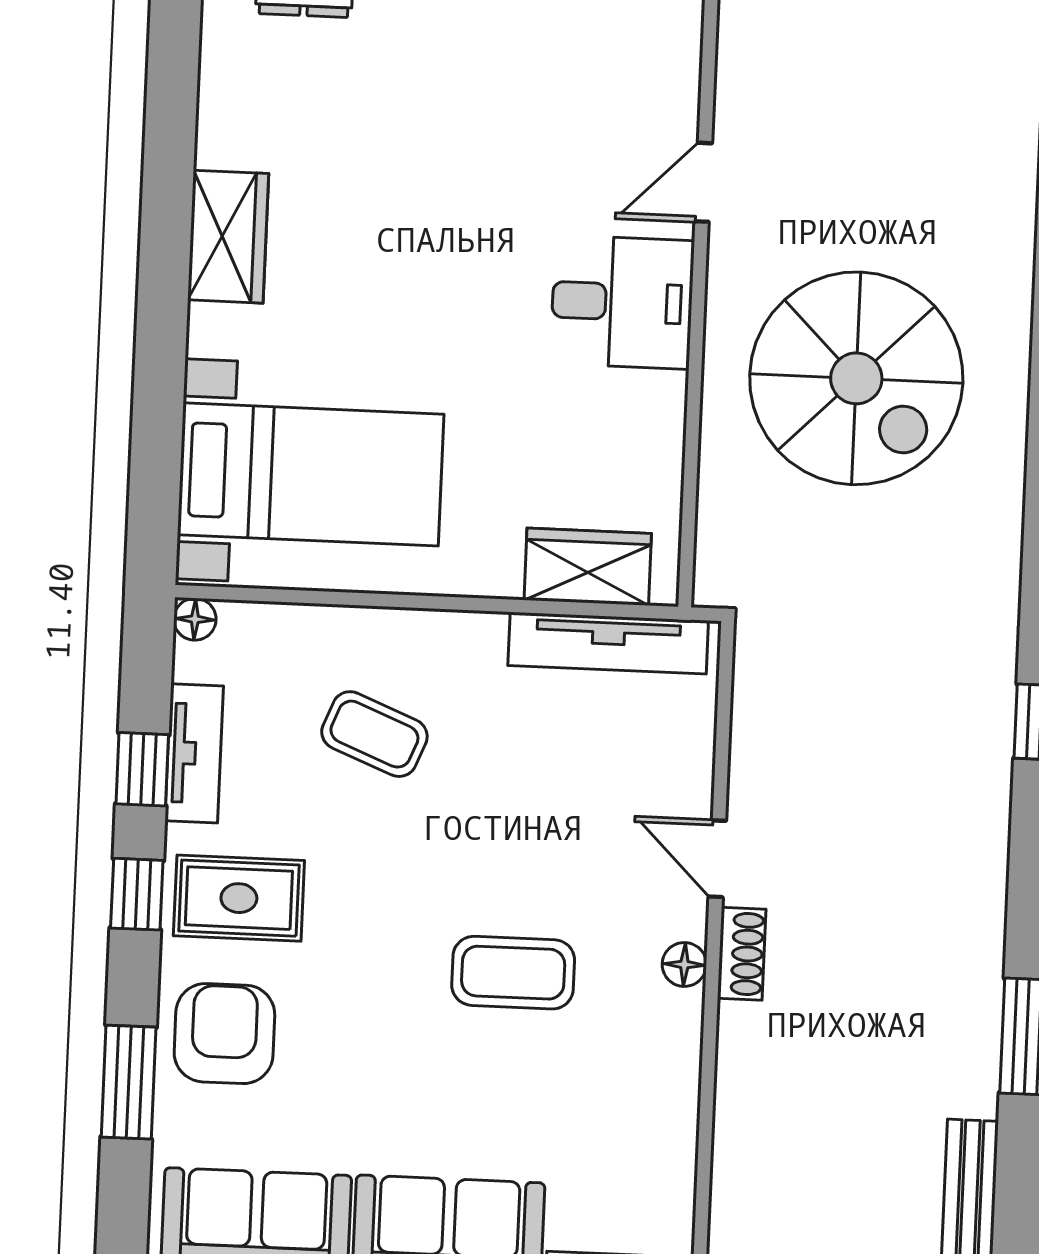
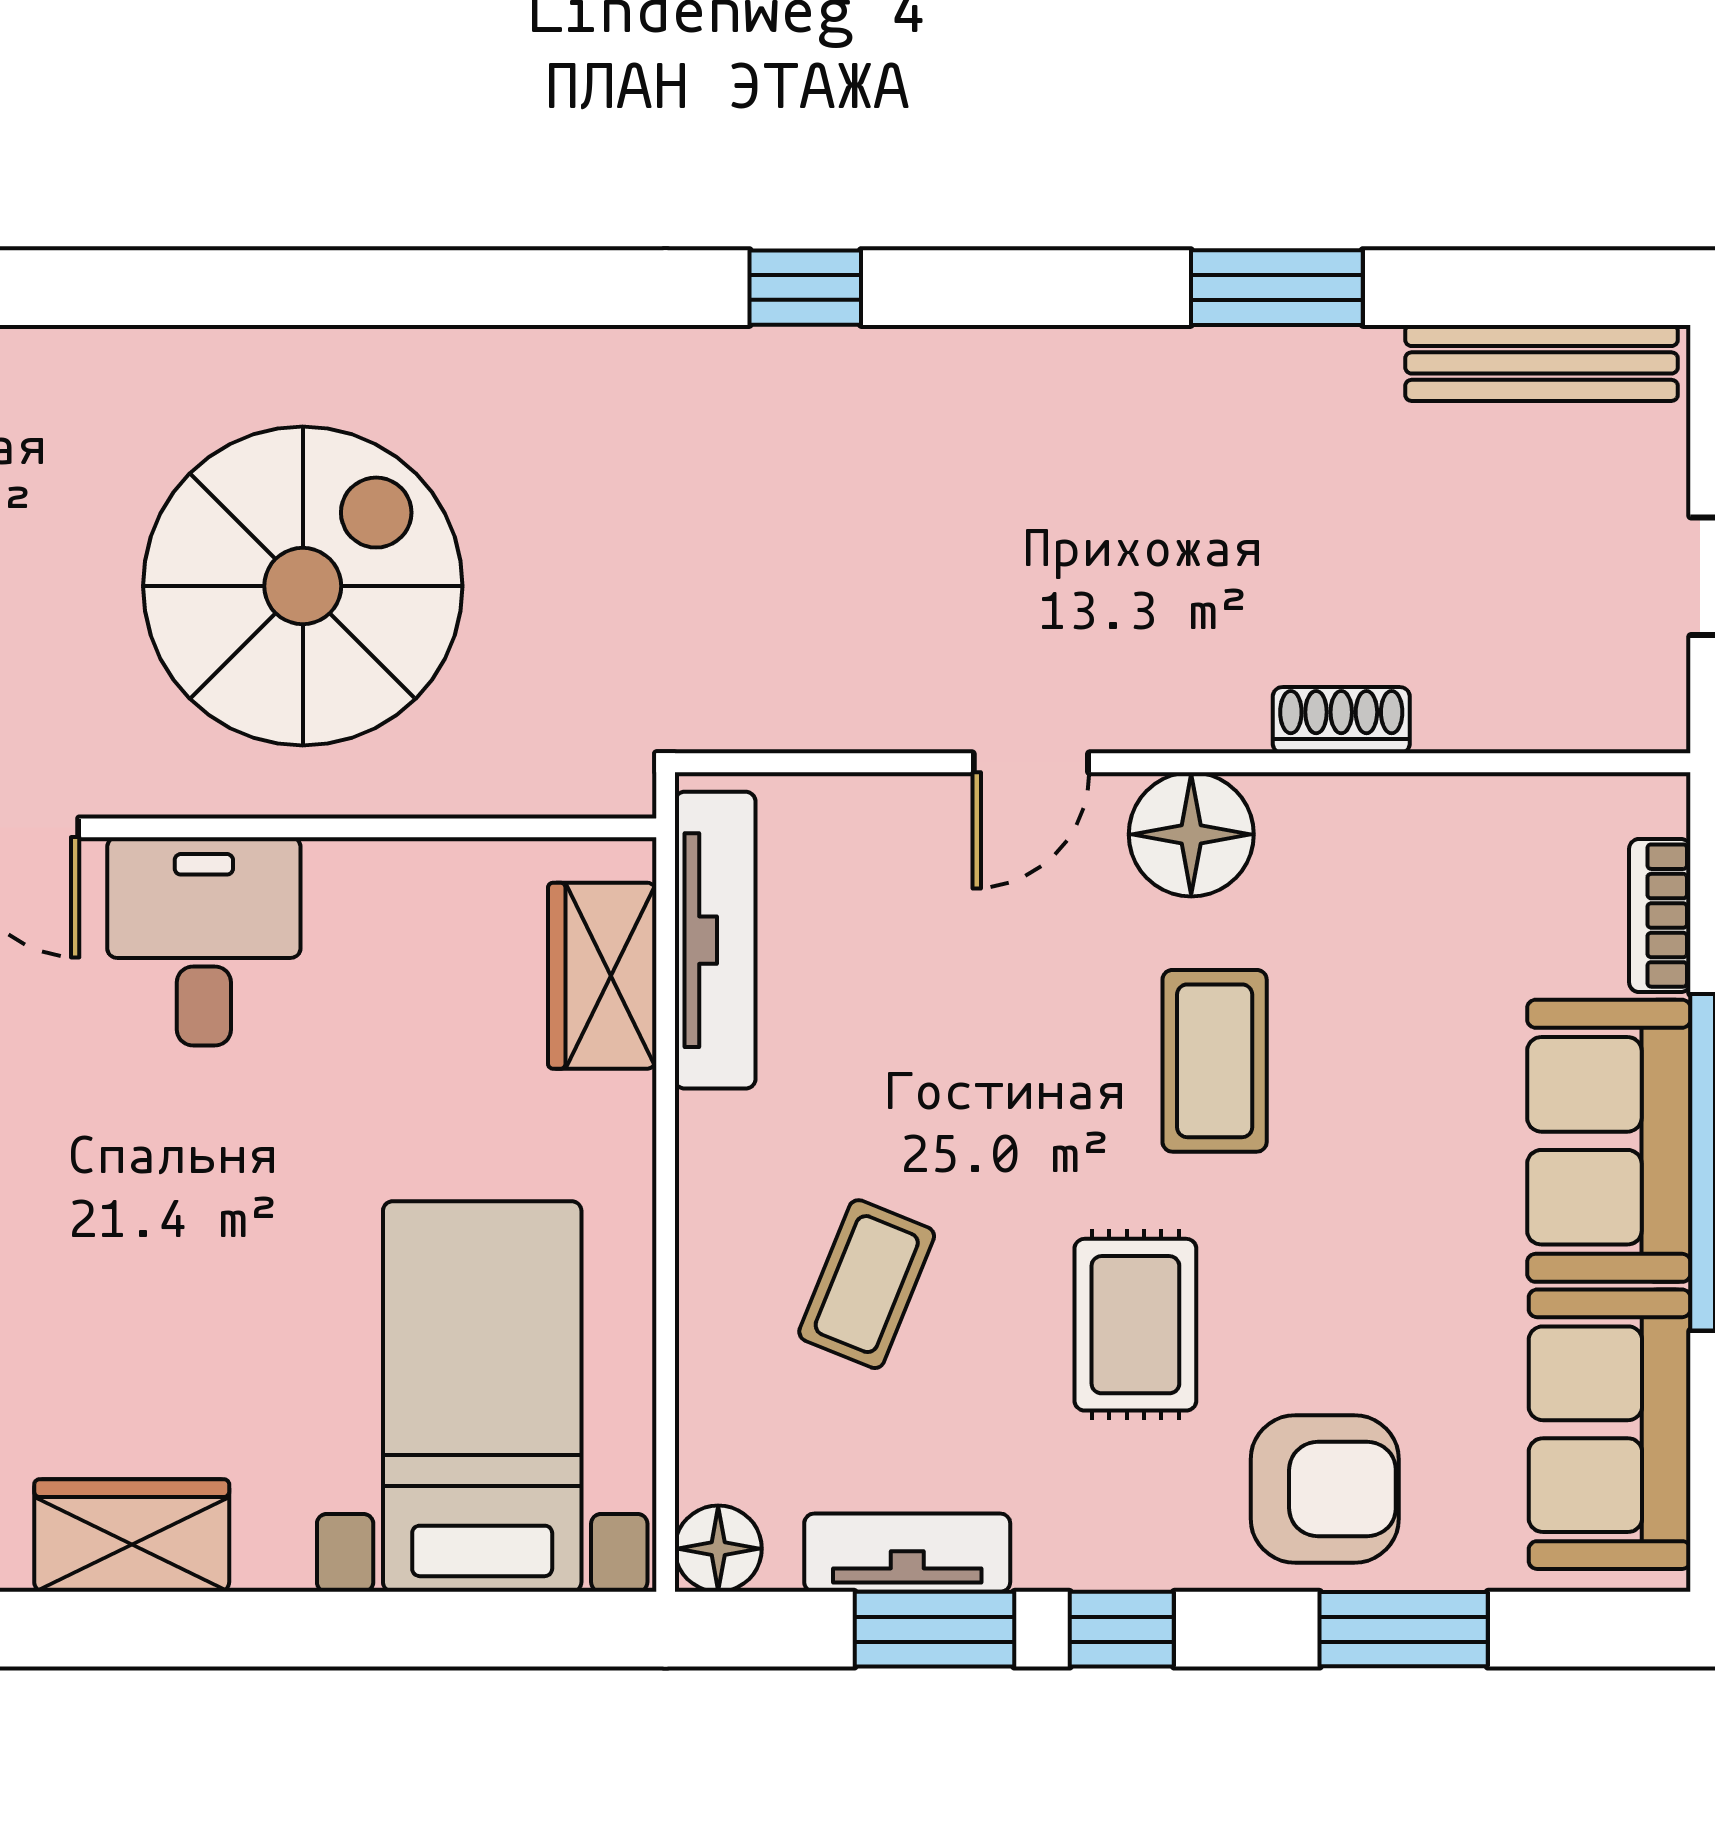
floor lamp: (195, 619) -> (718, 1549), width x1.37, depth x1.37
window: (142, 769) -> (934, 1629), width x1.50
rug: (239, 898) -> (1135, 1325), moved
shoe rack: (742, 954) -> (1341, 720), moved
floor lamp: (684, 964) -> (1191, 834), width x1.89, depth x1.89
armchair: (224, 1034) -> (1325, 1489), turned 180

